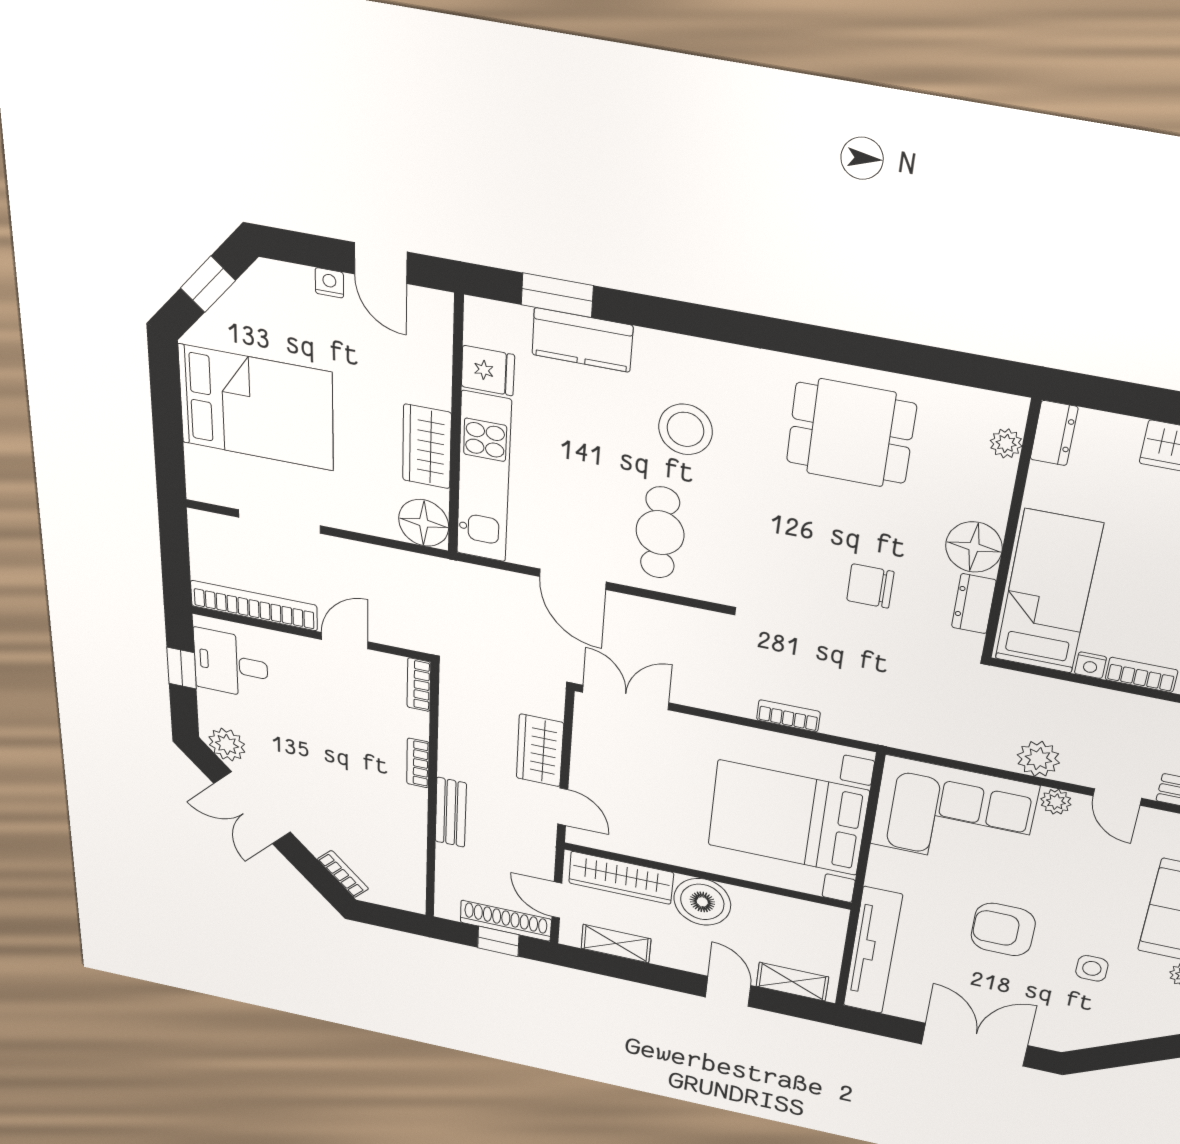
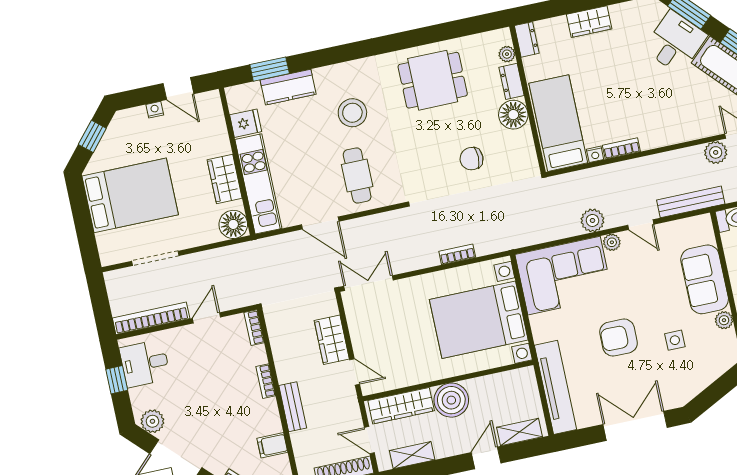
dresser: (974, 604) -> (512, 81), moved
filing cabinet: (405, 848) -> (272, 445), added
door: (728, 991) -> (486, 458), hinge flipped

